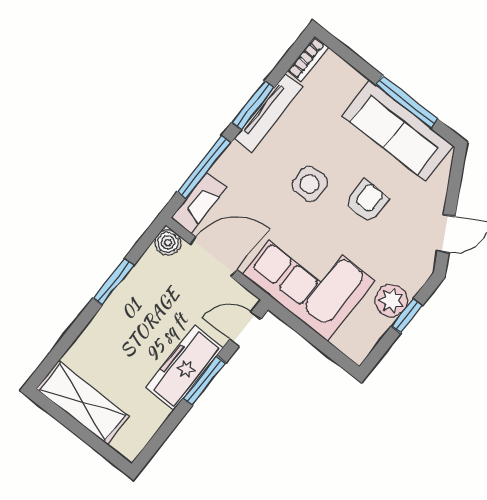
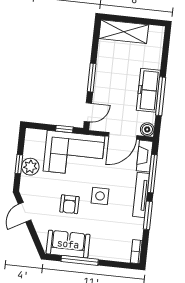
tv unit: (269, 113) -> (141, 195), moved
sofa: (398, 131) -> (68, 244), width x0.73
window: (113, 282) -> (161, 96), width x1.44
window: (299, 326) -> (64, 129), added
freezer: (184, 367) -> (148, 90), moved, turned 180
shelving: (83, 403) -> (124, 32), moved

